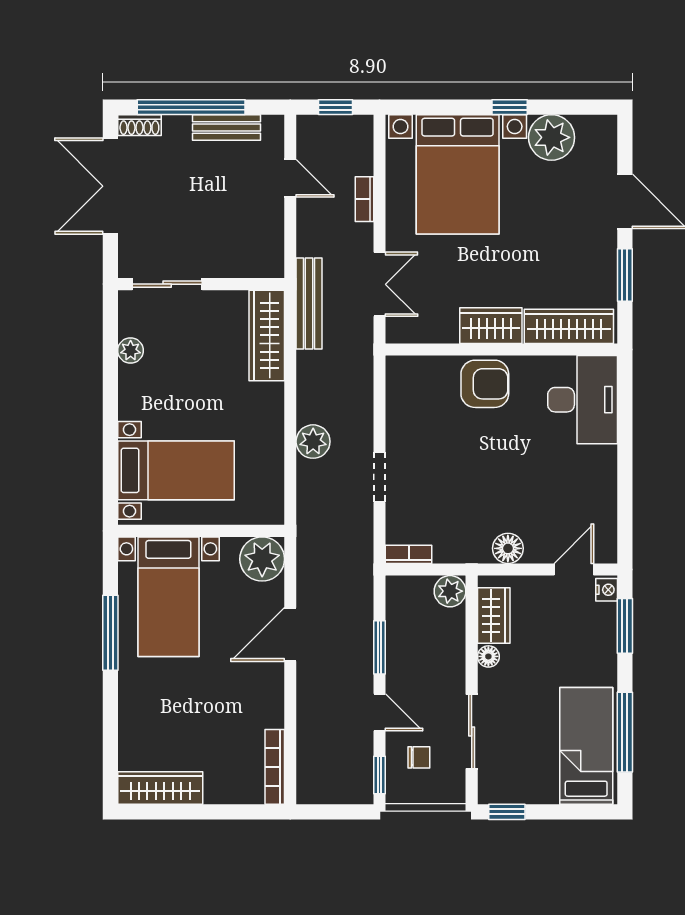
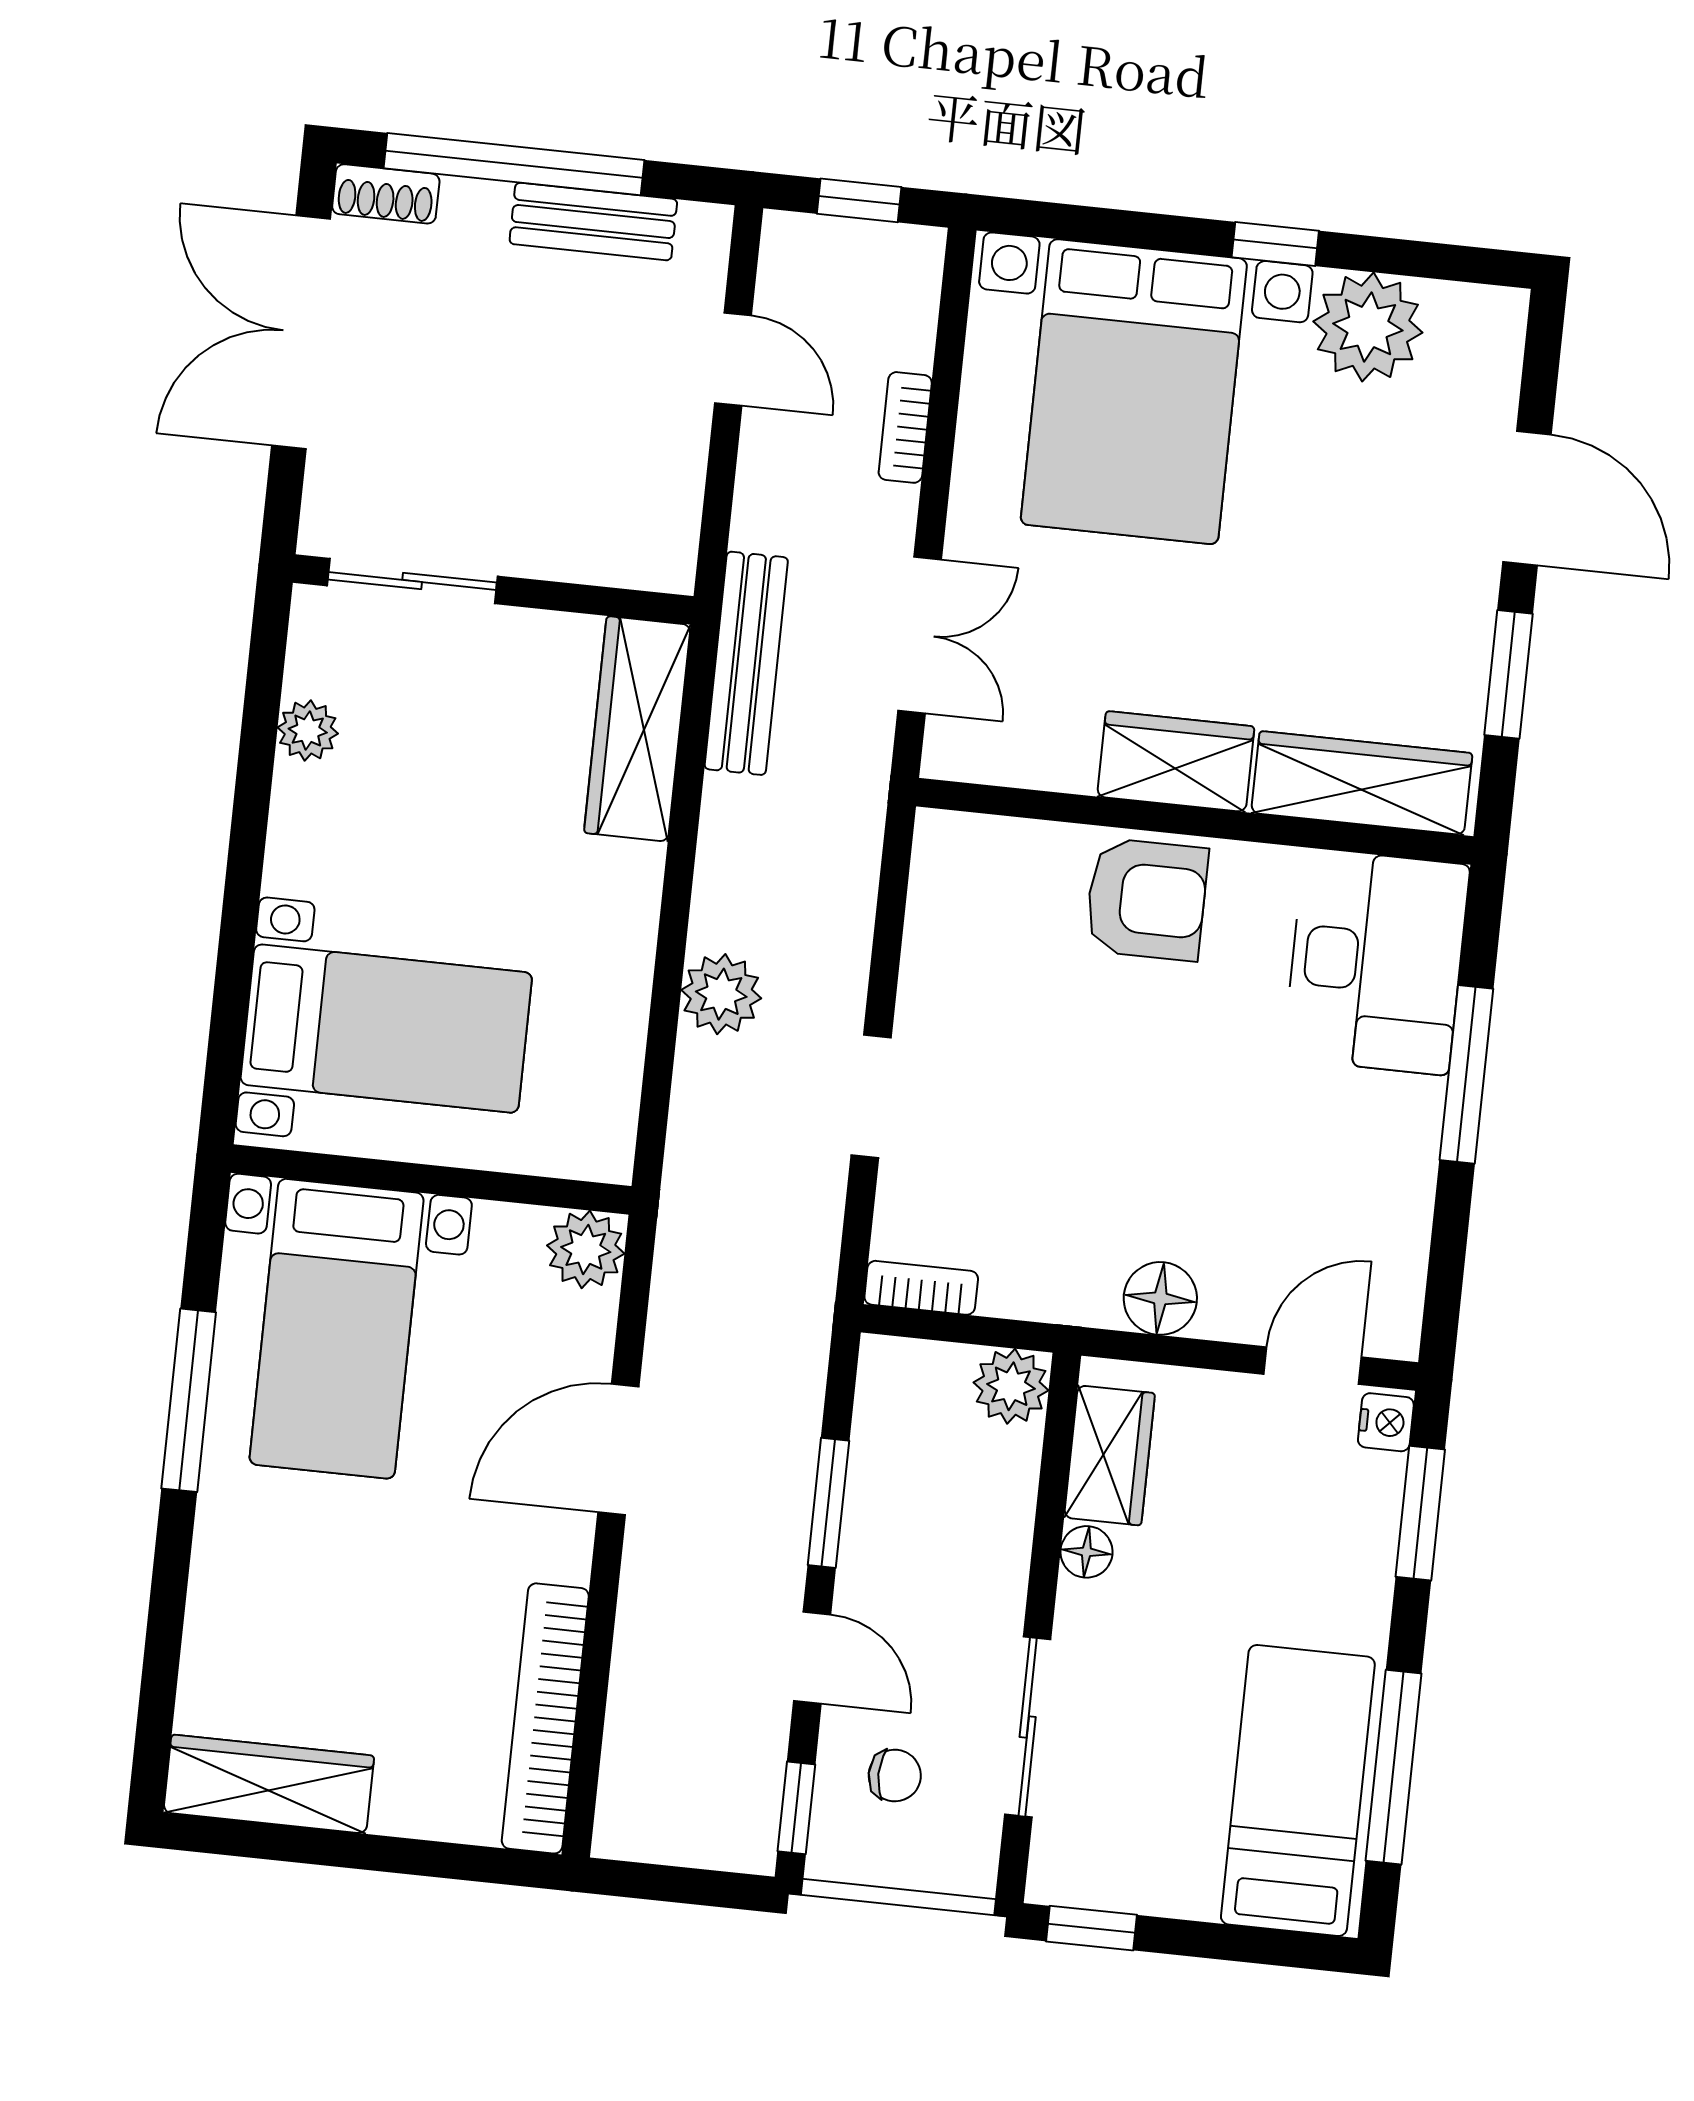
window: (625, 442) -> (1466, 1074), added
plant: (262, 559) -> (586, 1249), width x0.73, depth x0.73
bookcase: (275, 767) -> (545, 1718), width x1.48, depth x1.31

